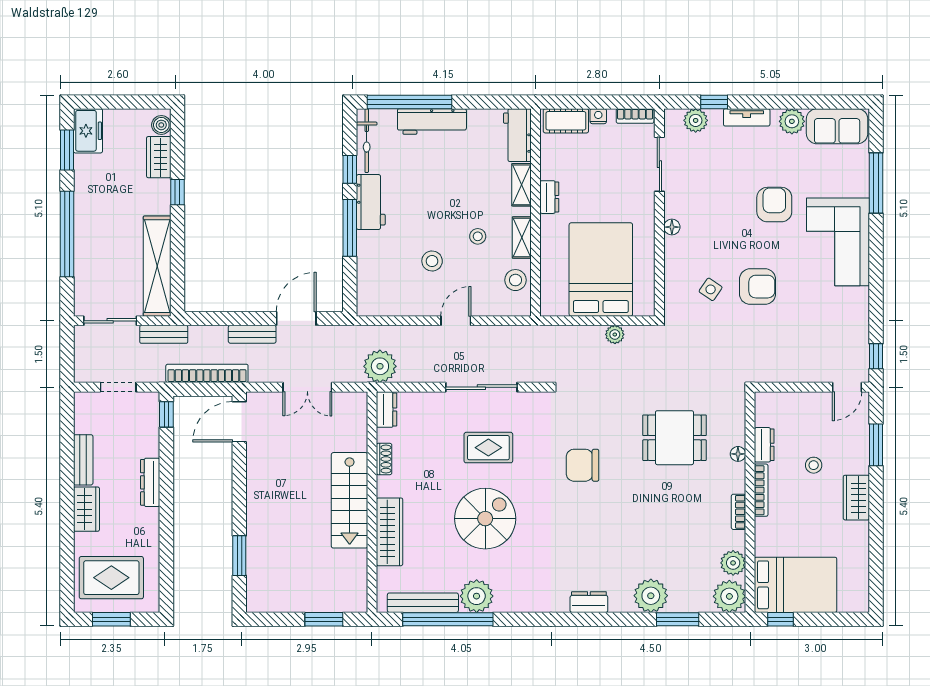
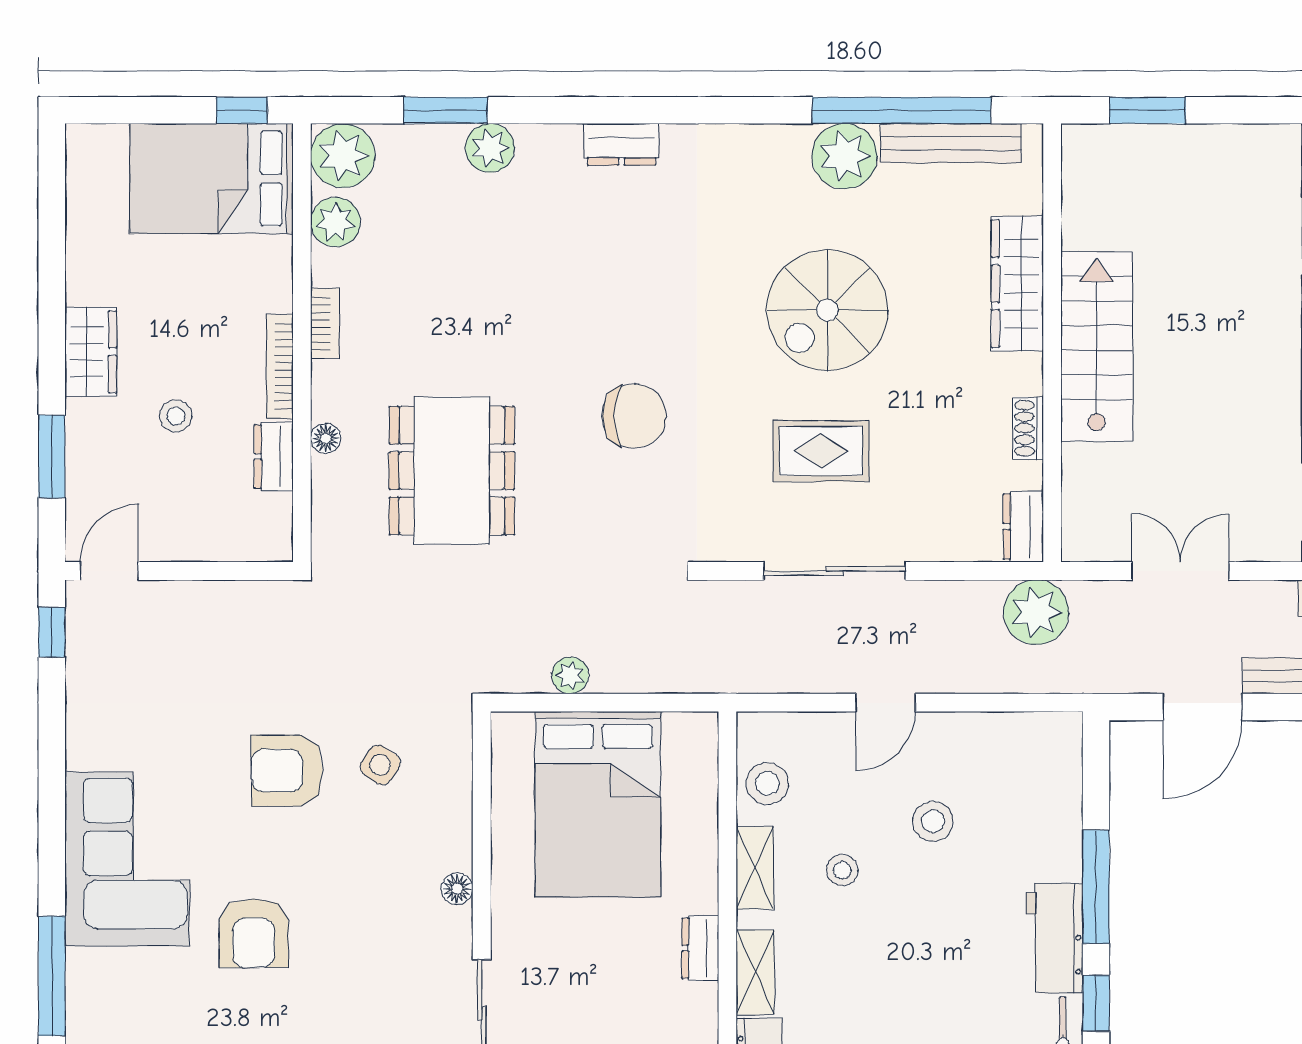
dining table: (674, 438) -> (452, 471), width x1.38
plant: (651, 596) -> (490, 148), width x0.73, depth x0.73

